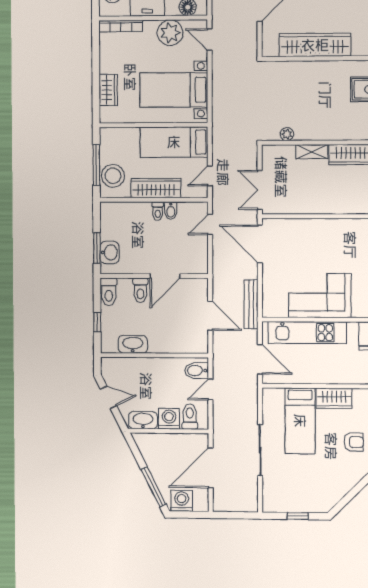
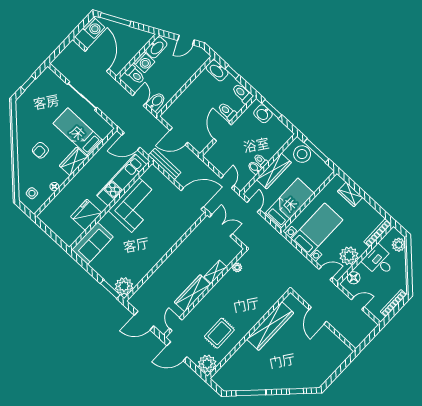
washbasin: (133, 344) -> (217, 70), moved, turned 90

